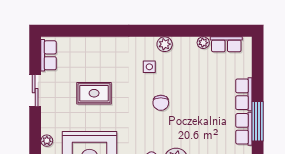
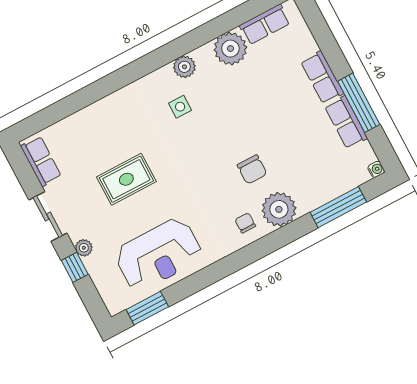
plant: (203, 43) -> (230, 49), width x1.88, depth x1.88
chair: (161, 103) -> (252, 169), moved
window: (35, 130) -> (75, 267), added
plant: (47, 141) -> (84, 248), moved

